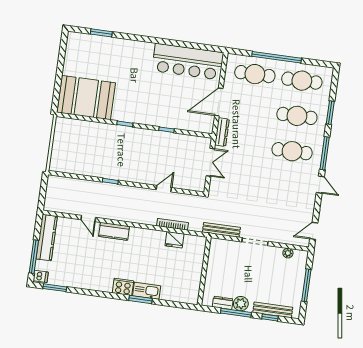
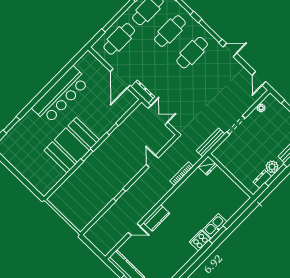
bar counter: (188, 62) -> (61, 95), moved
booth: (86, 98) -> (72, 145), moved
fridge: (174, 240) -> (208, 166), moved

